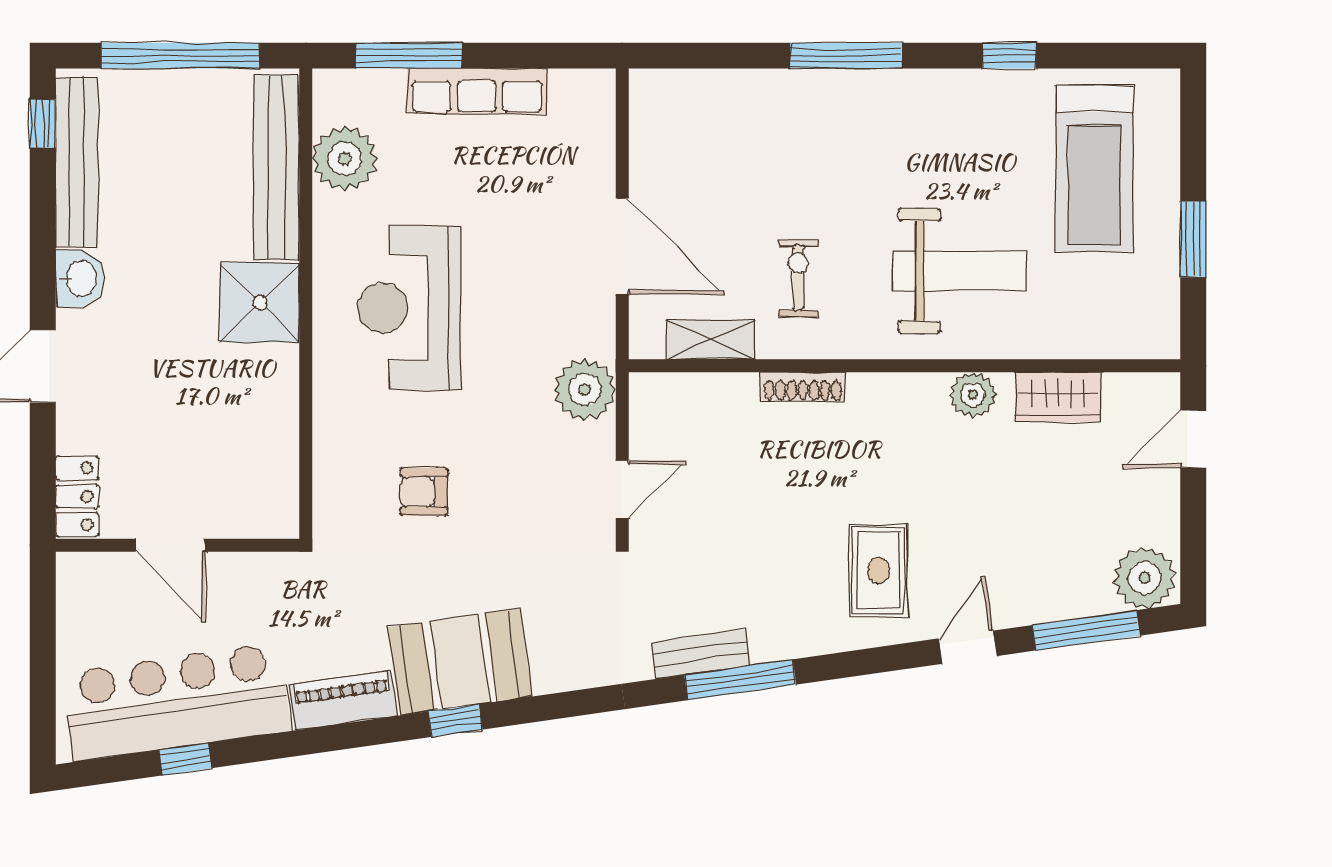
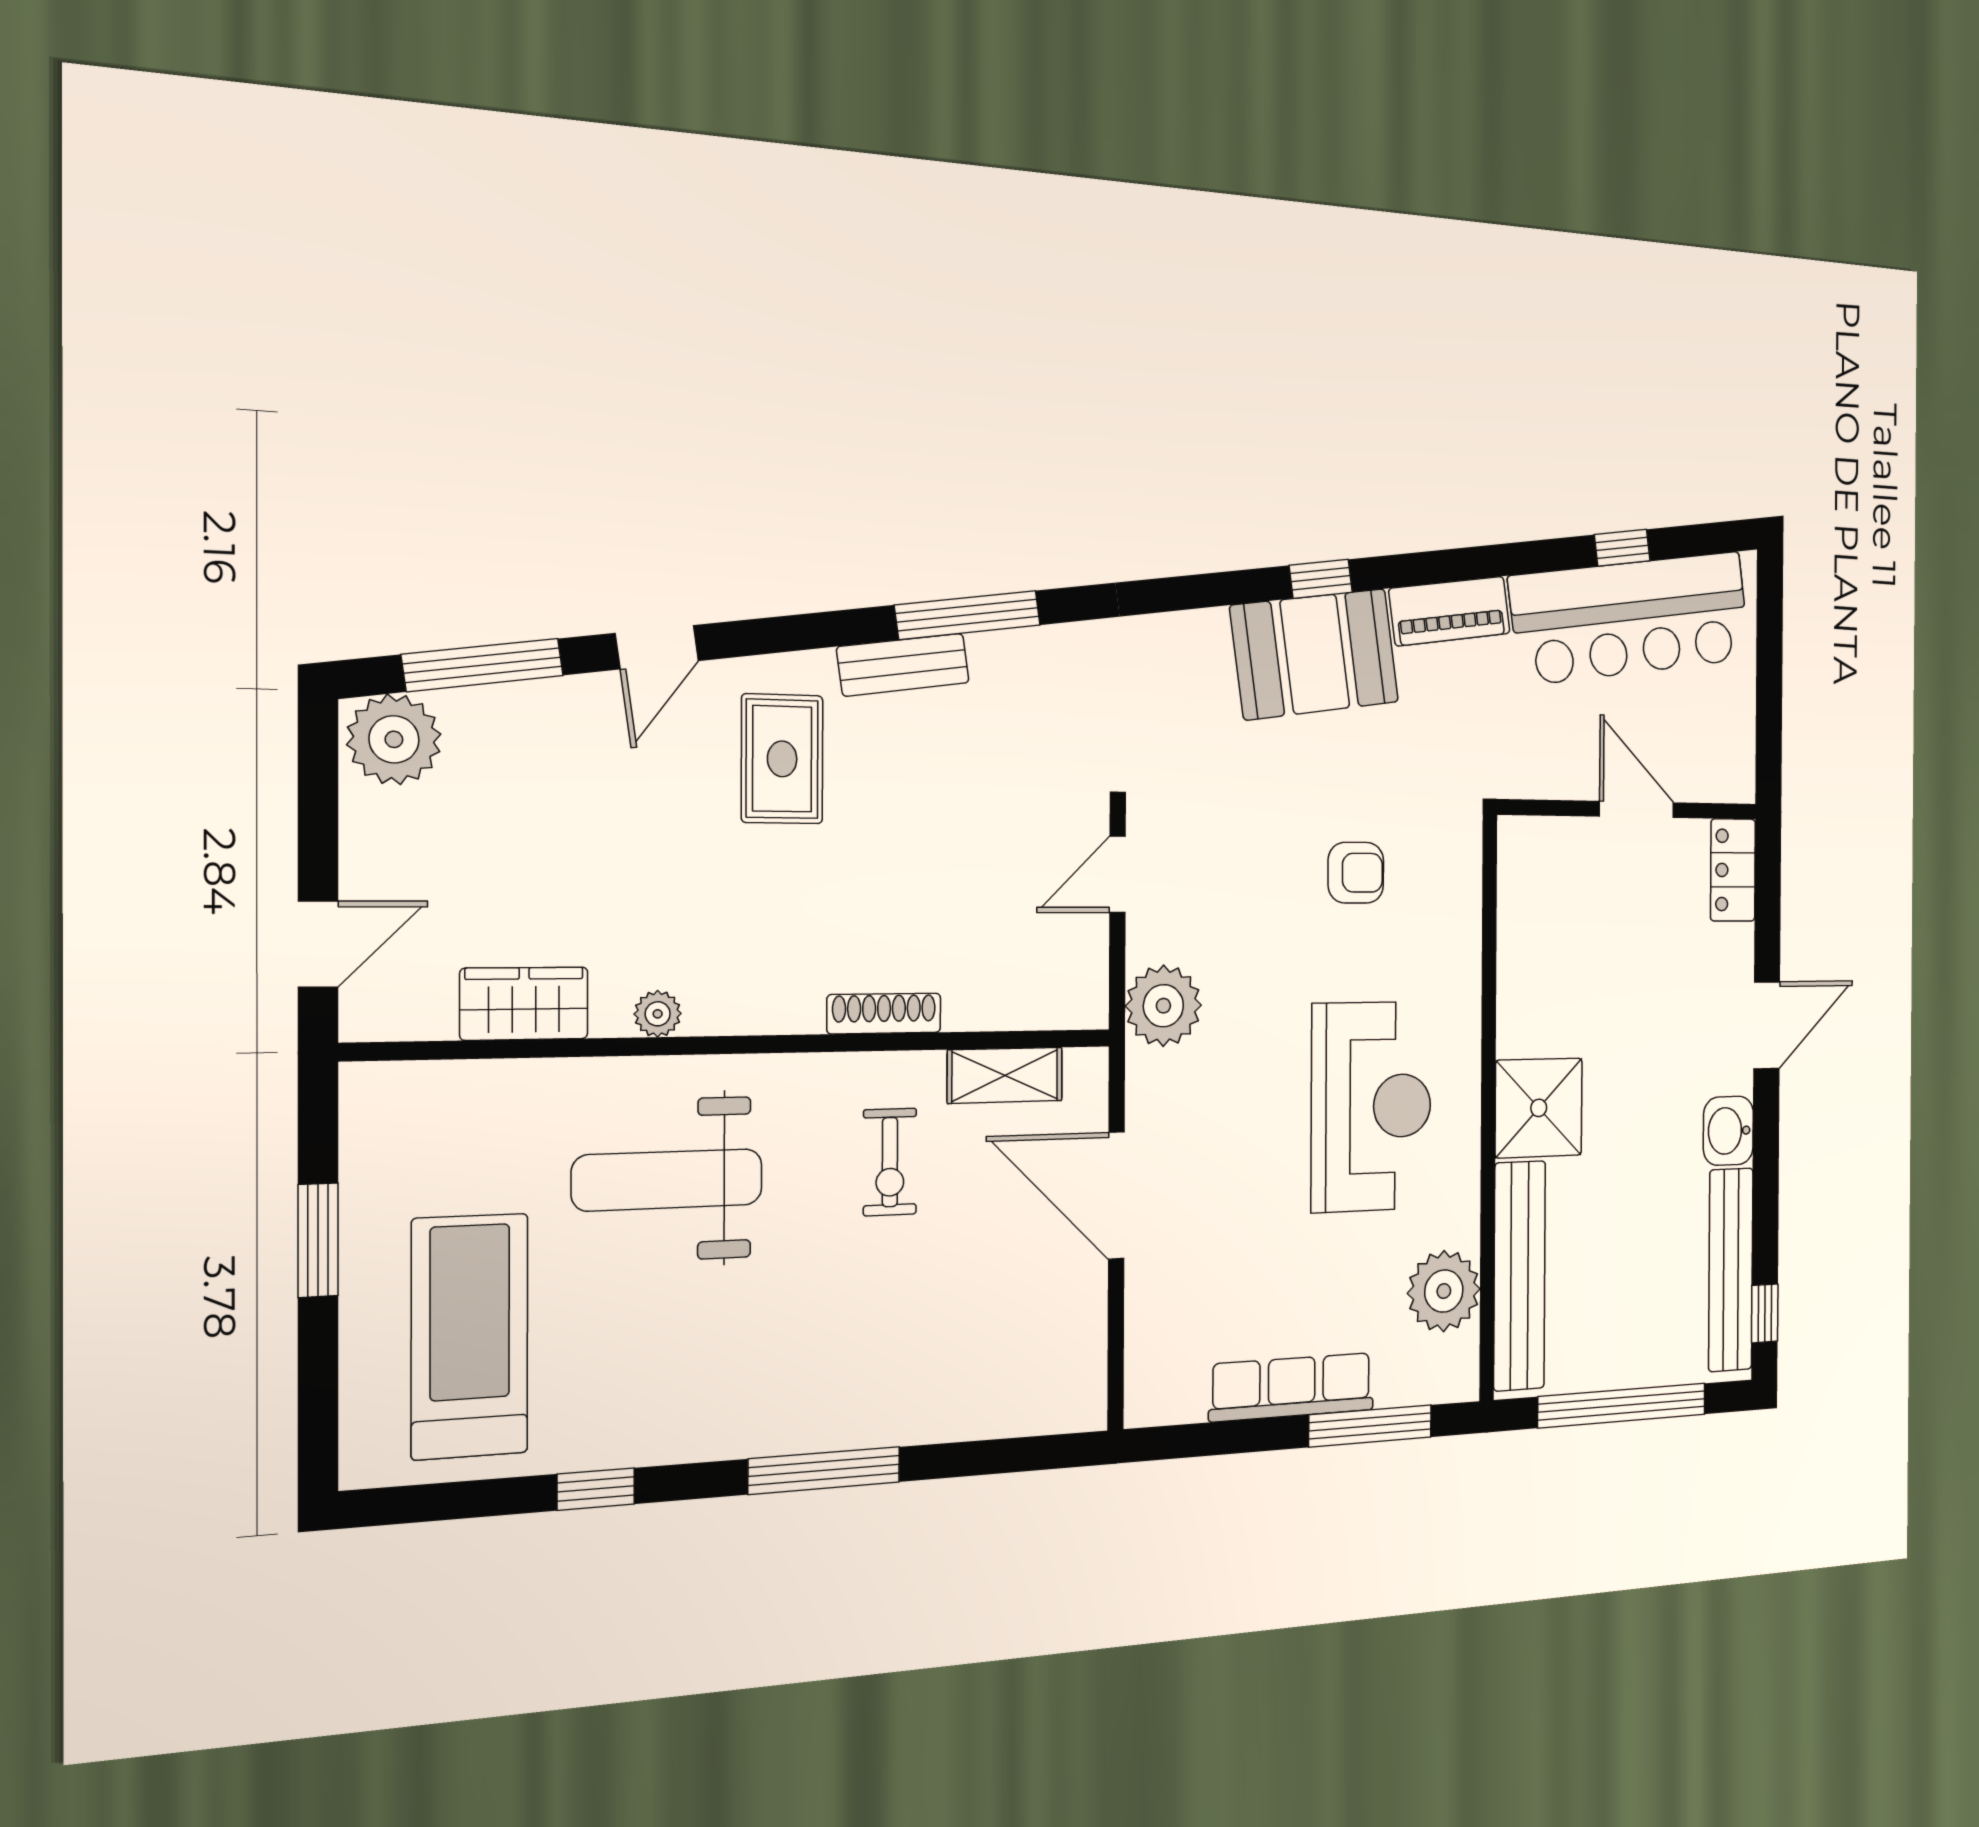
plant: (973, 395) -> (658, 1014), width x0.73, depth x0.73
bench: (701, 654) -> (903, 665), moved

